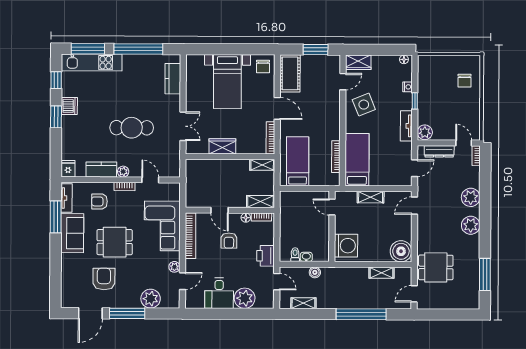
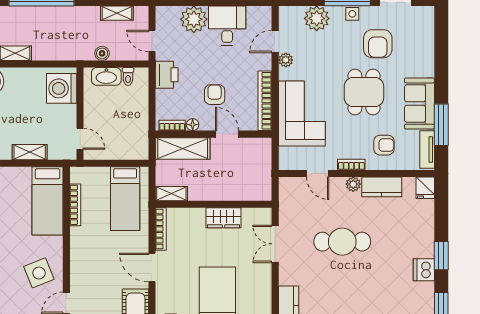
shelving: (260, 202) -> (183, 148), width x1.50, depth x1.33
dining table: (115, 242) -> (364, 92), turned 90
washbasin: (306, 257) -> (106, 76), width x1.91, depth x1.45
side table: (123, 302) -> (352, 14), added

